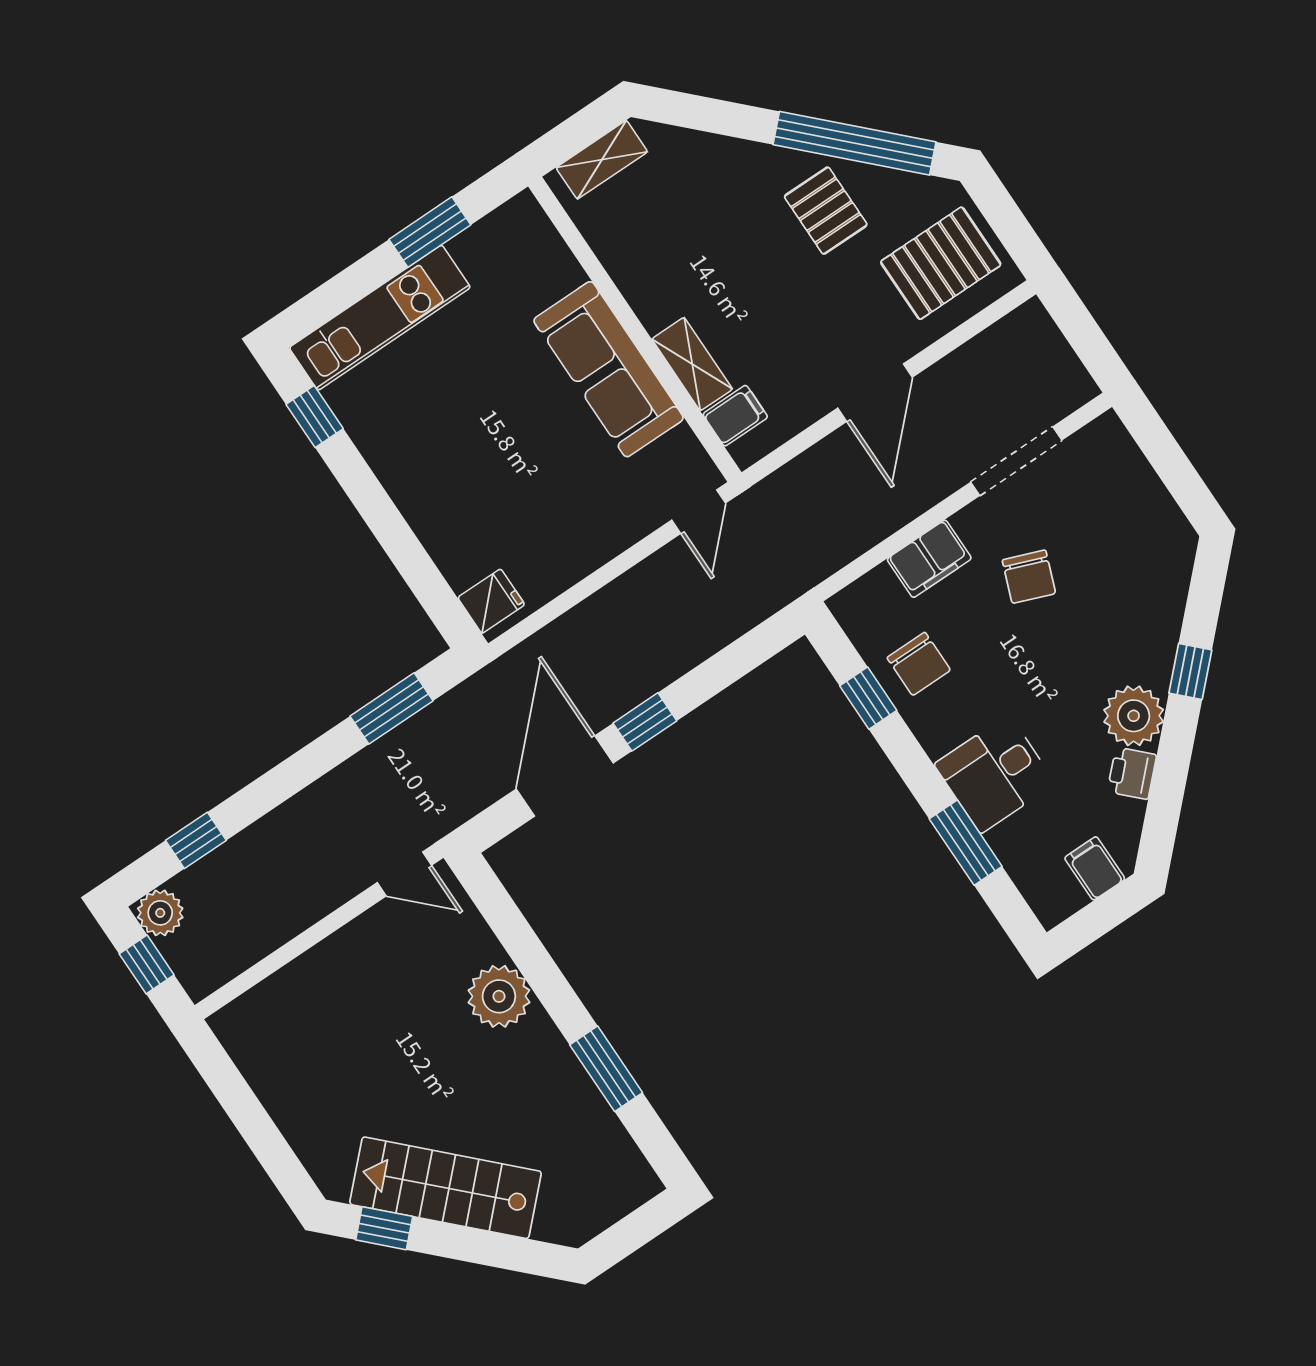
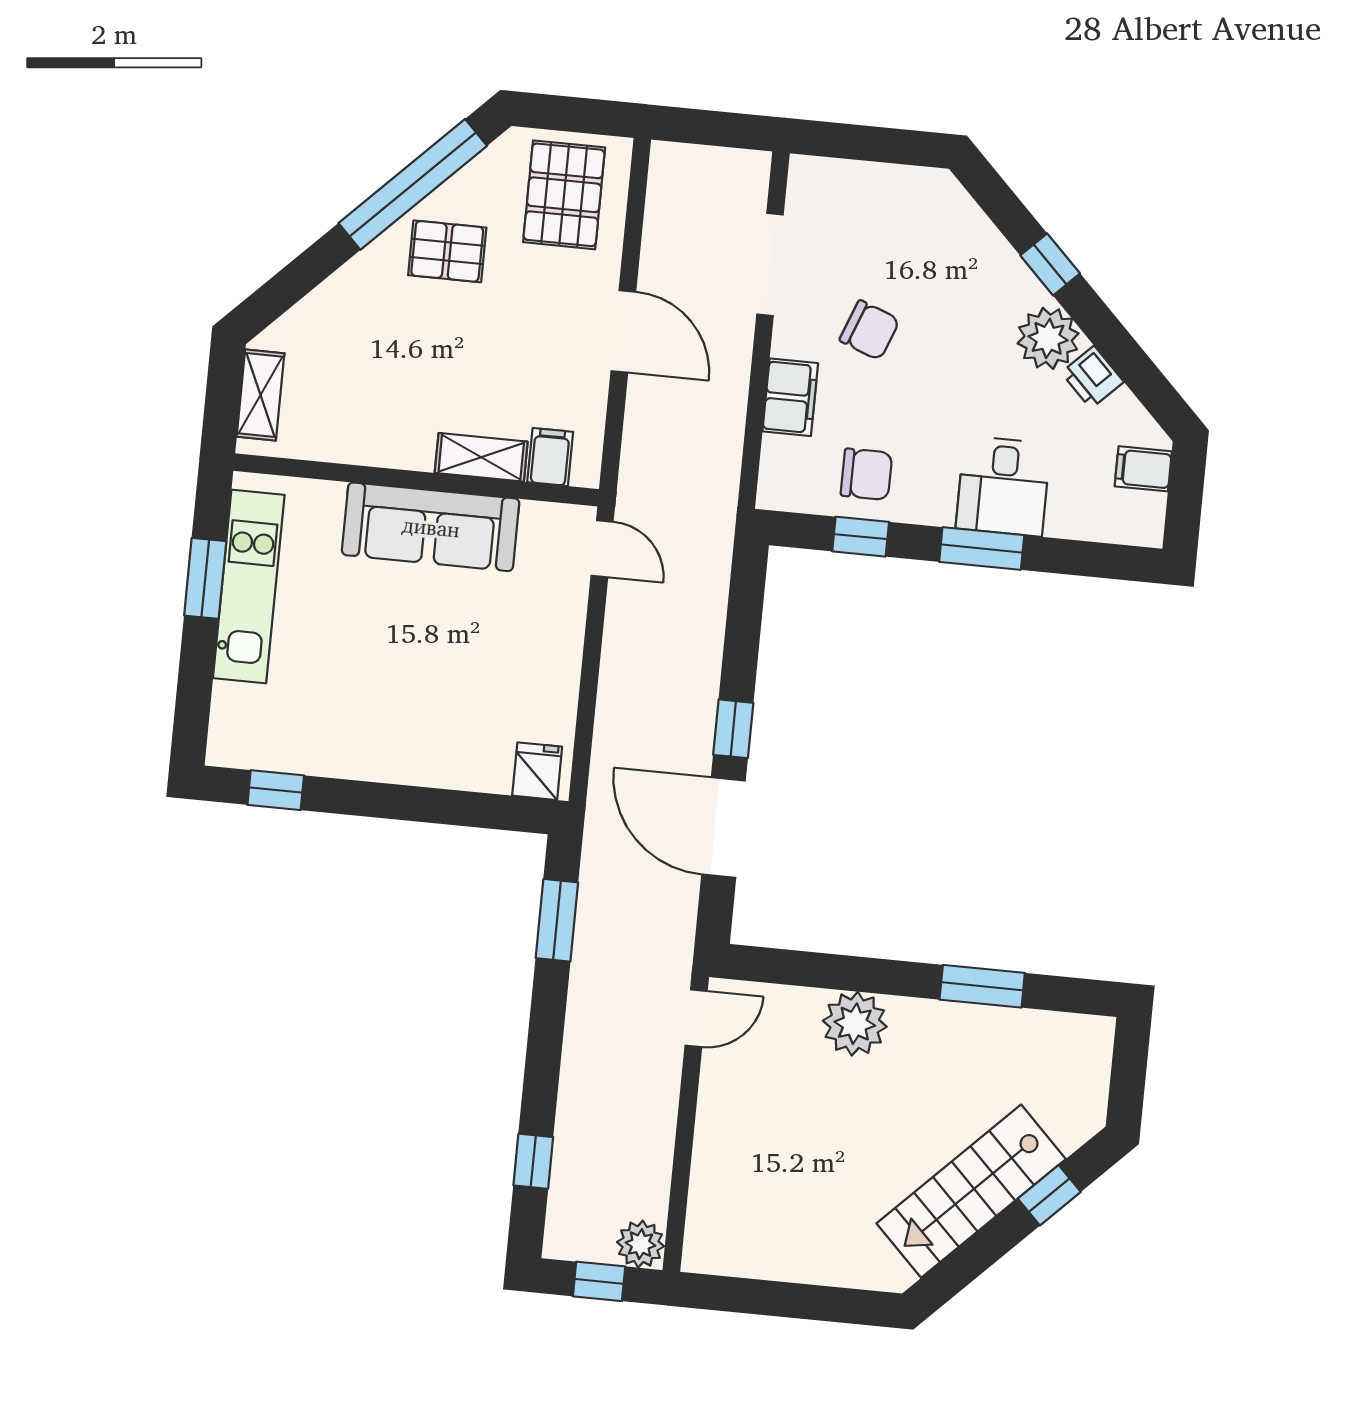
kitchen unit: (380, 318) -> (249, 586), moved
window: (966, 843) -> (982, 548), moved
plant: (160, 913) -> (640, 1244), moved
window: (384, 1228) -> (1049, 1195), moved

